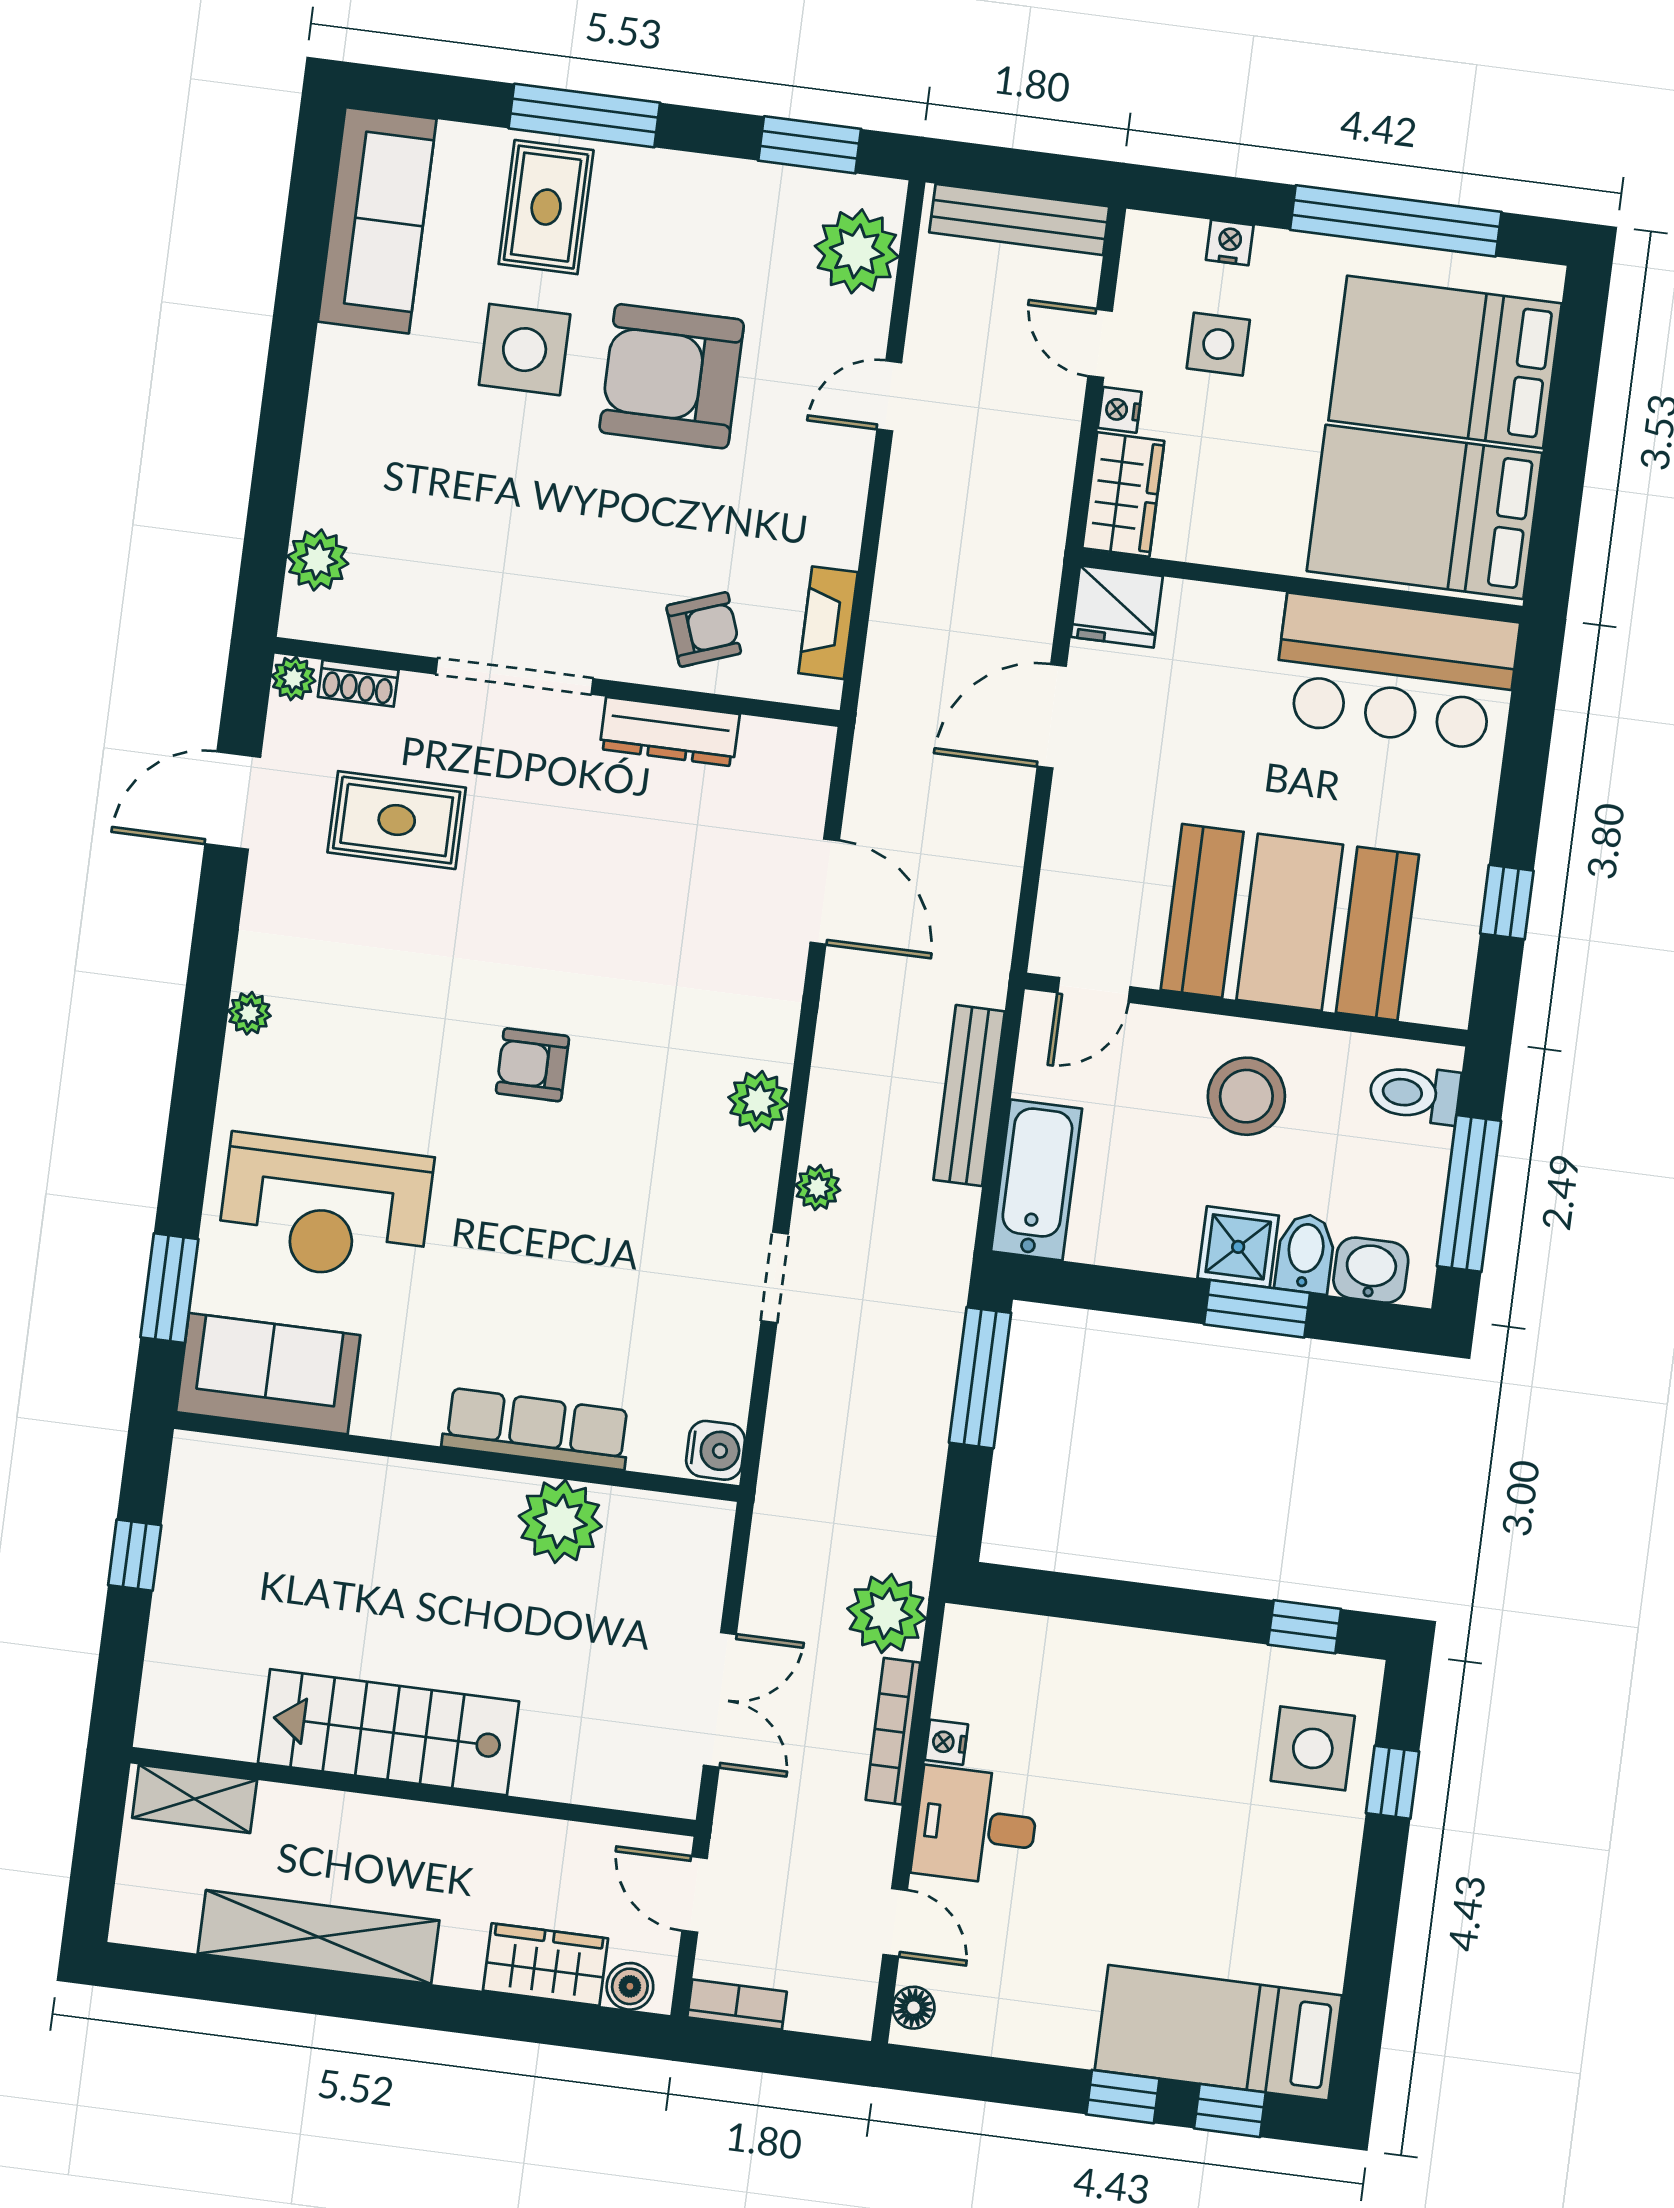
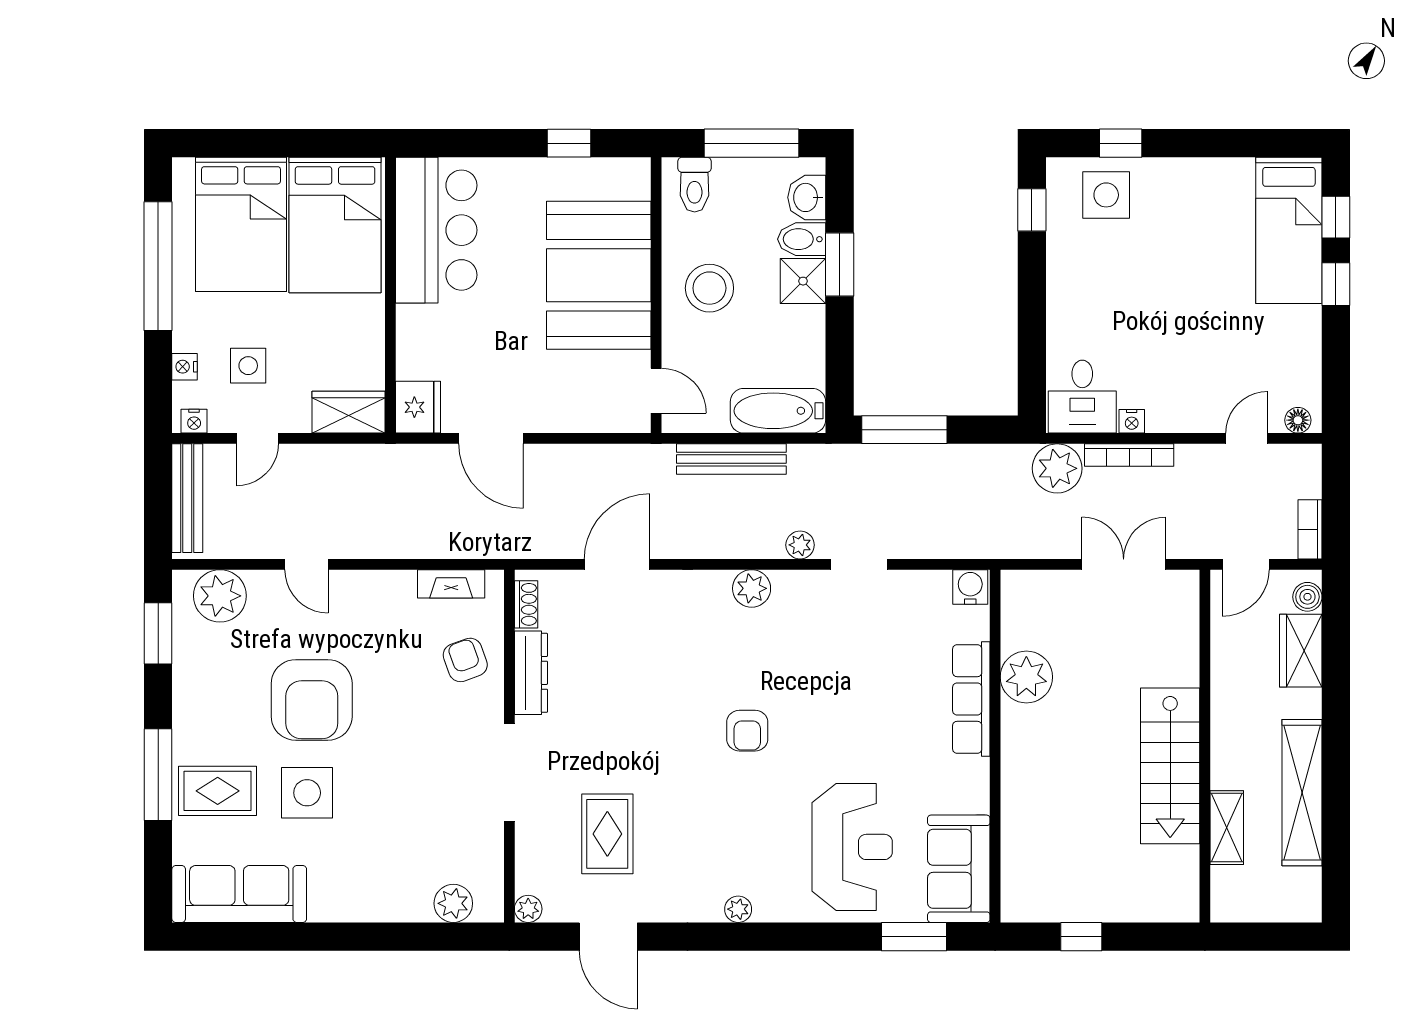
nightstand: (1120, 410) -> (194, 421), moved
shoe rack: (358, 683) -> (526, 604), moved
shelving: (195, 1799) -> (1227, 828), moved
desk: (976, 1826) -> (1082, 397), moved

